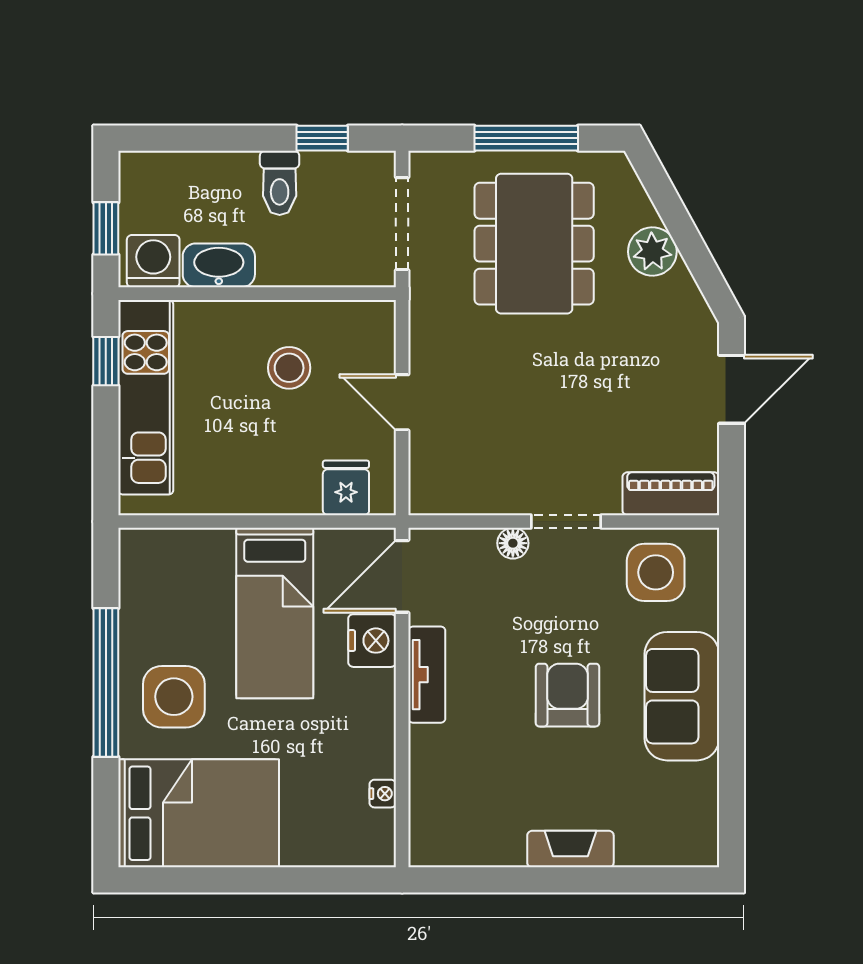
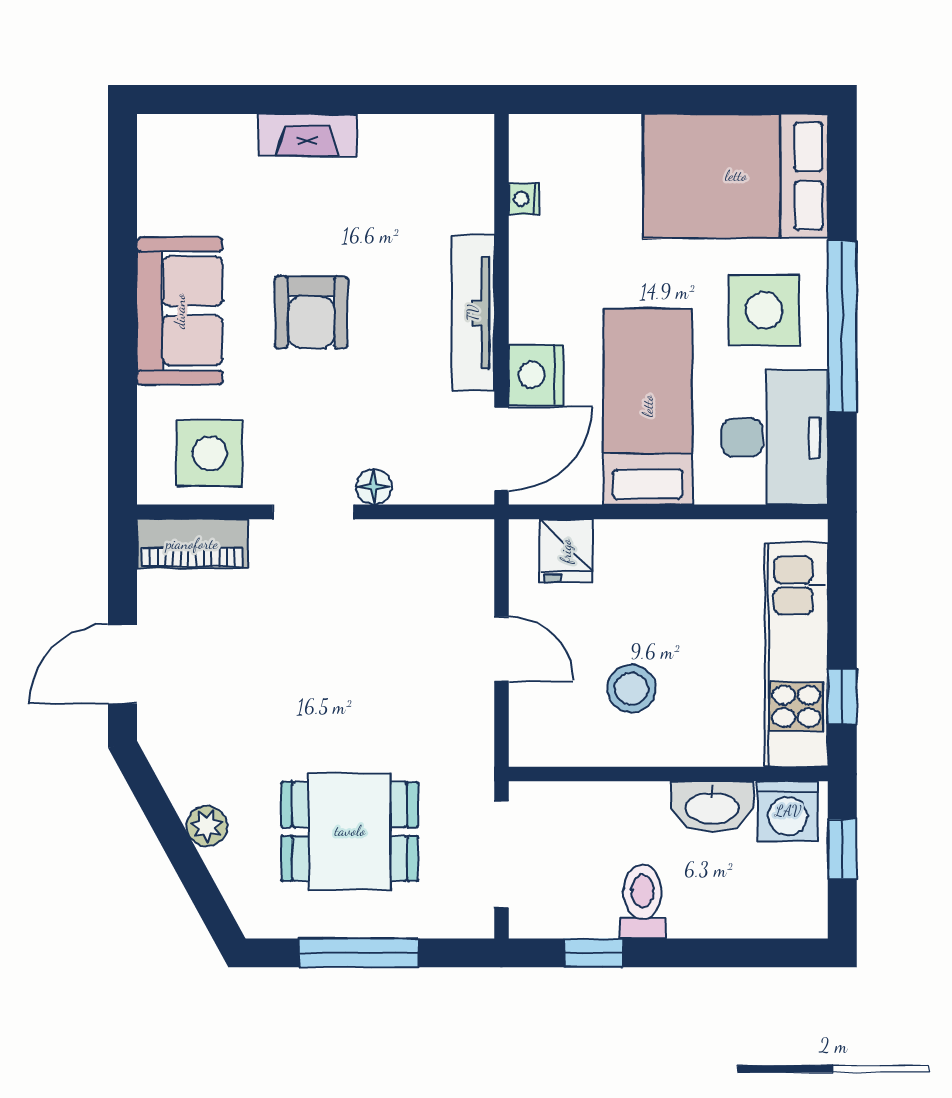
dining table: (534, 244) -> (350, 831), width x0.73
plant: (652, 252) -> (207, 826), width x0.73, depth x0.73
desk: (164, 586) -> (775, 437), added
tv unit: (427, 675) -> (473, 313), width x1.41

